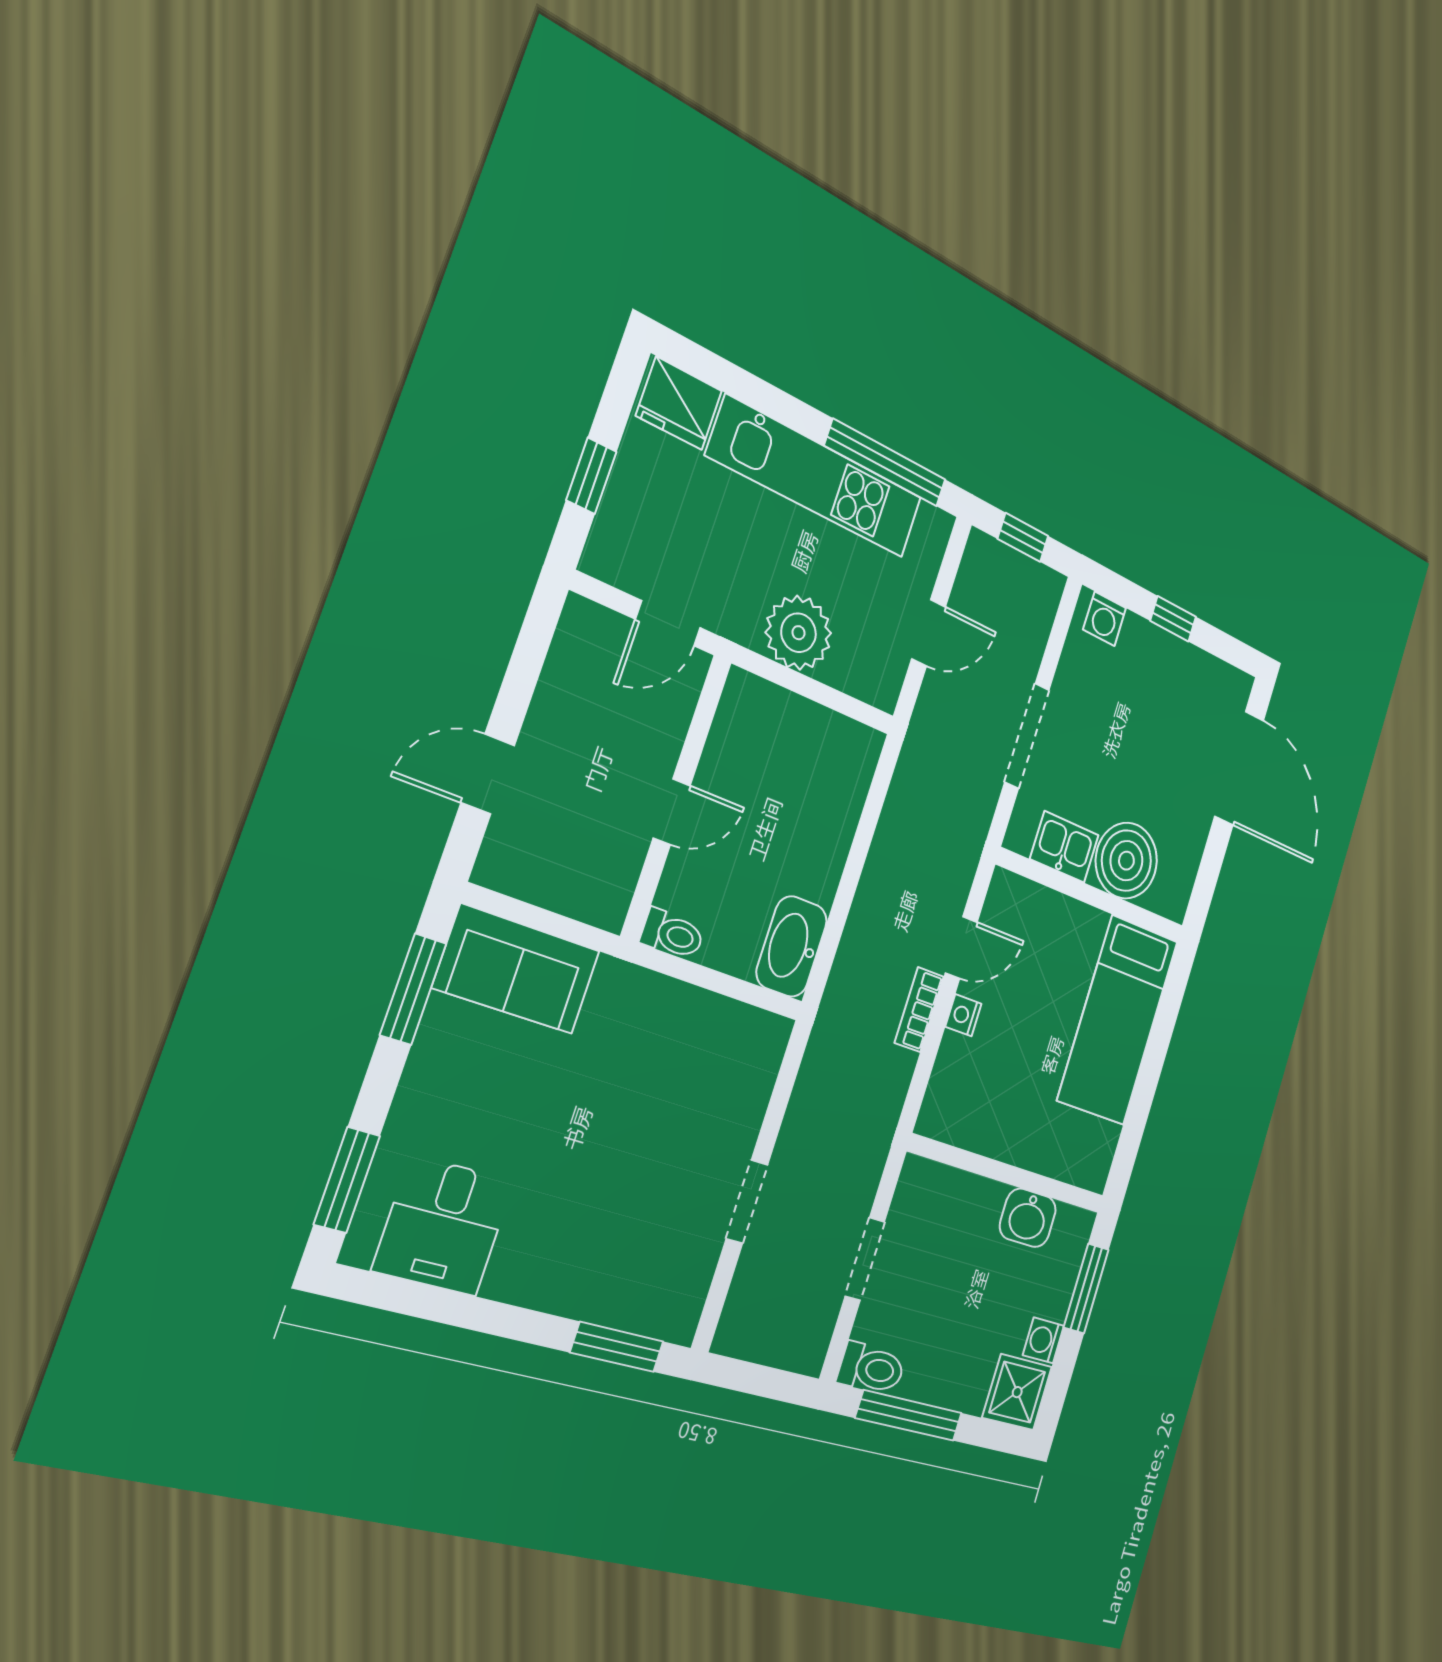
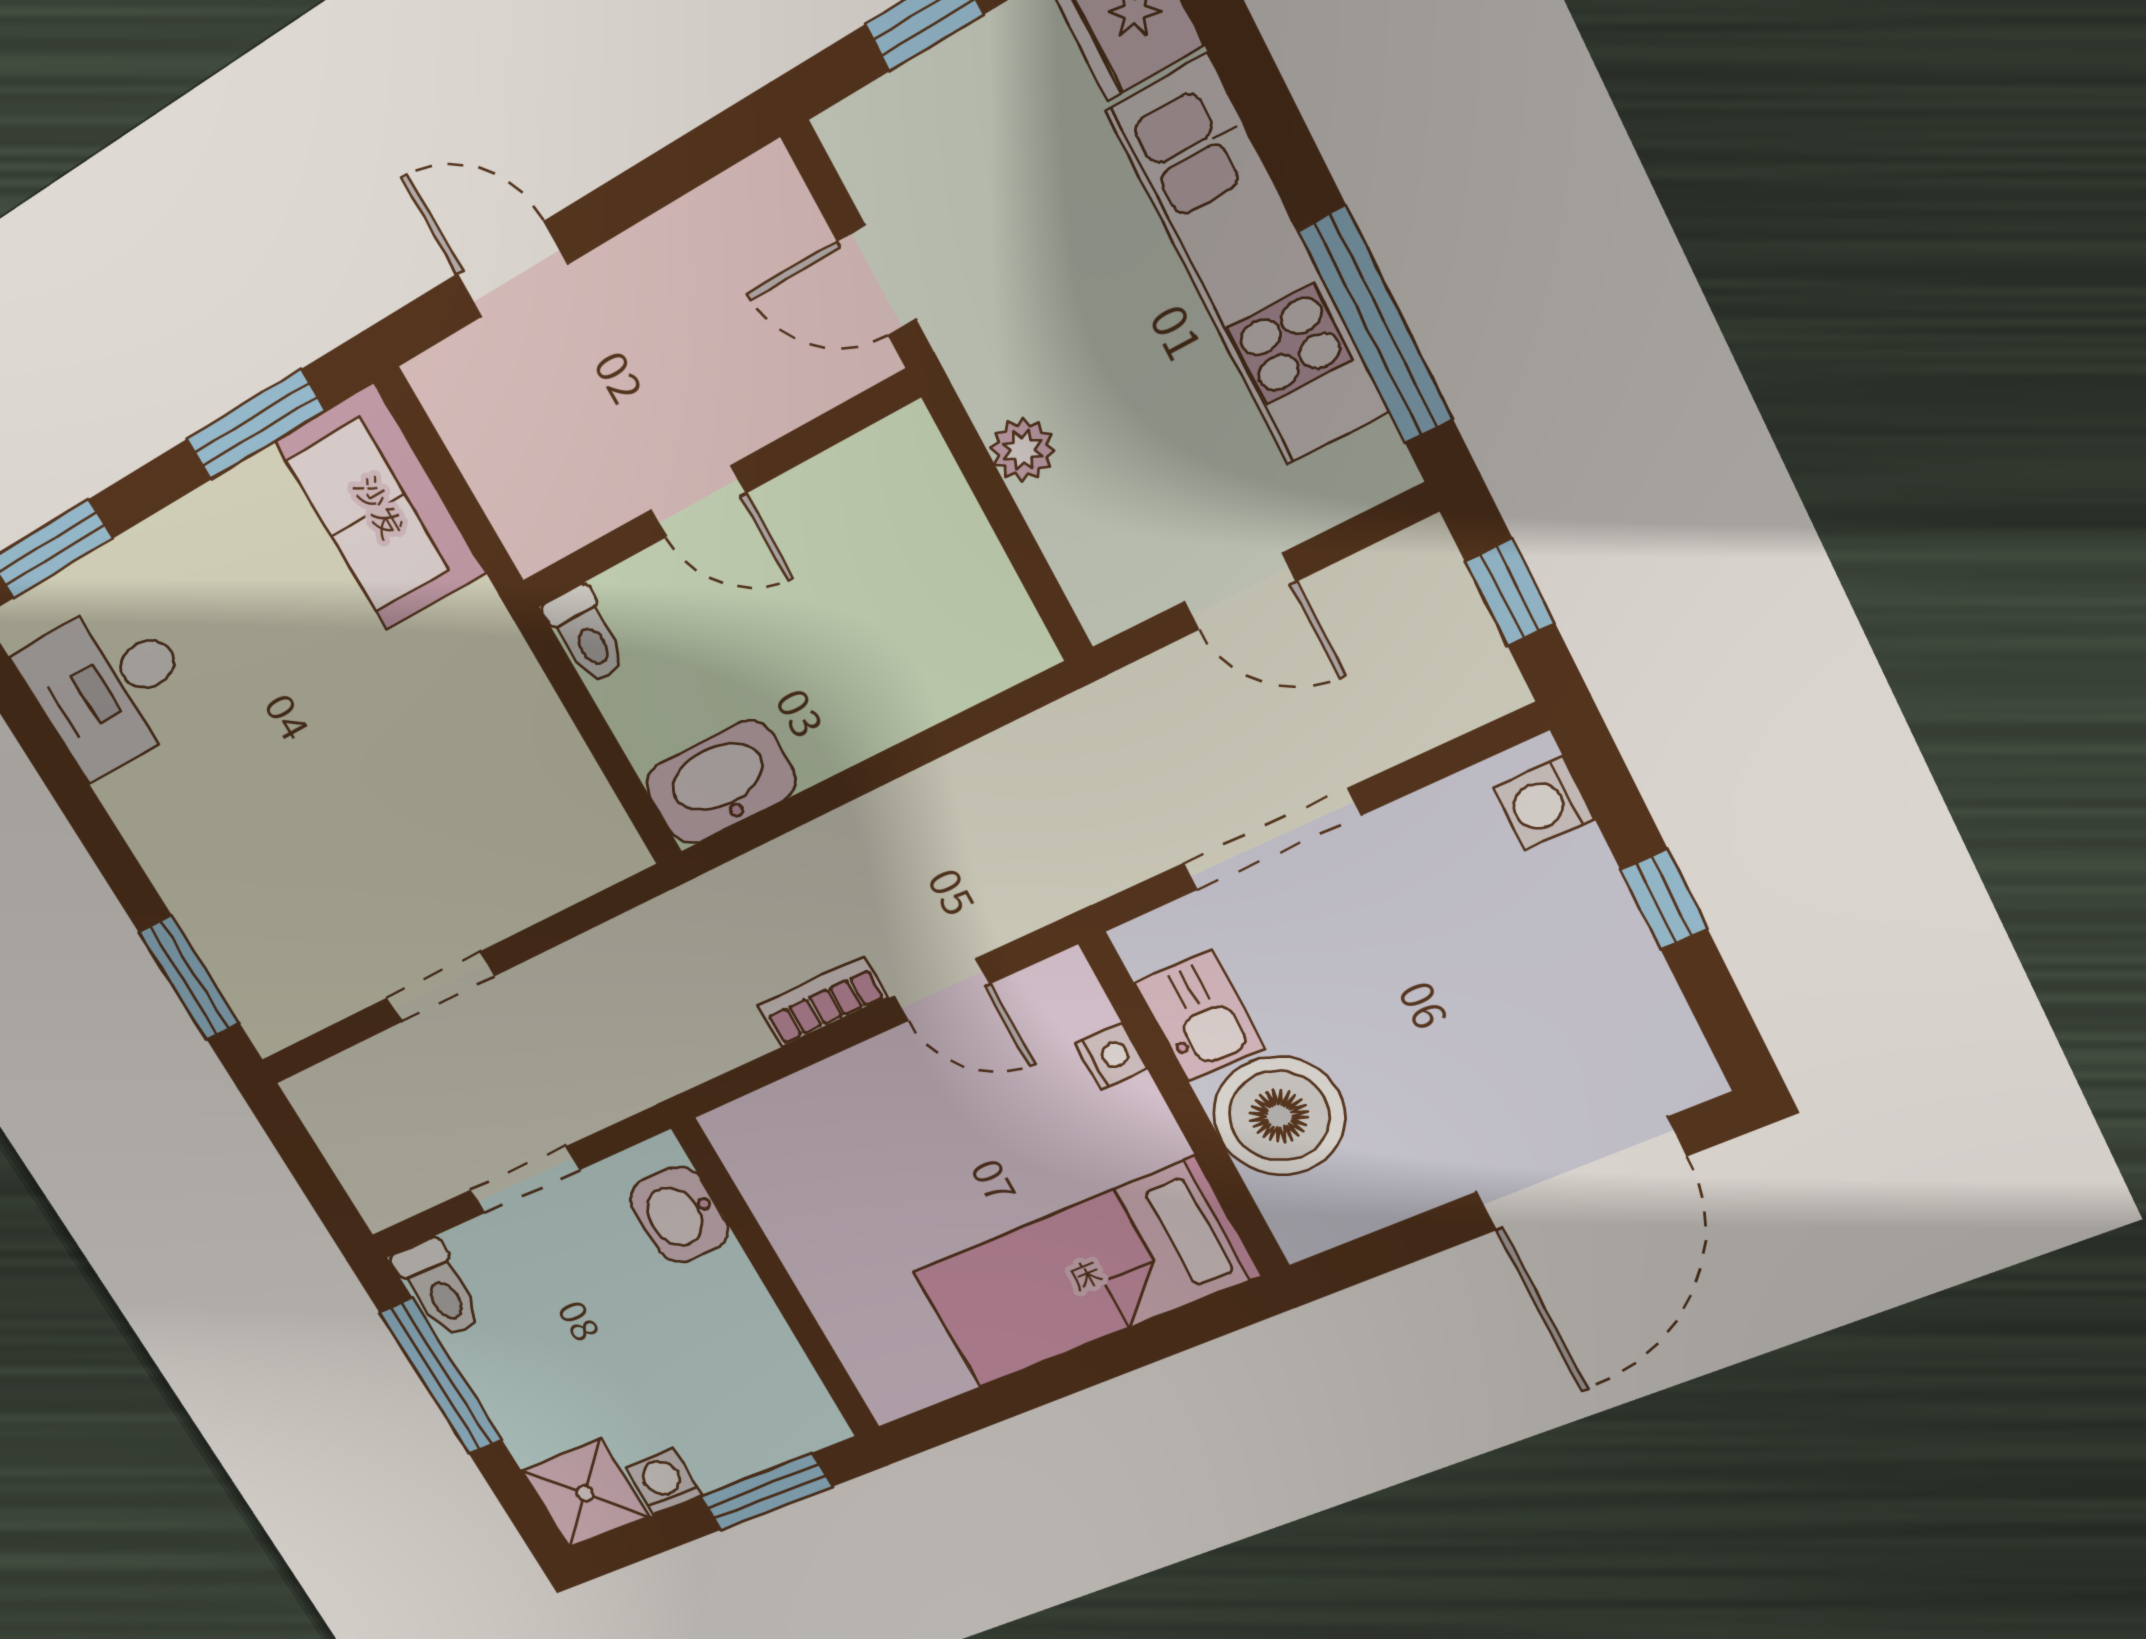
plant: (799, 633) -> (1023, 450), width x0.53, depth x0.53
nightstand: (963, 1015) -> (1111, 1056), moved, turned 90
washbasin: (1028, 1218) -> (679, 1214), moved

